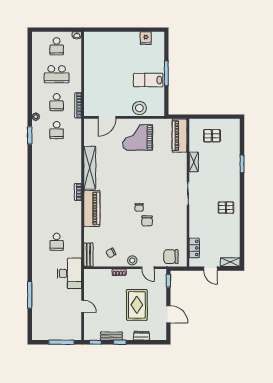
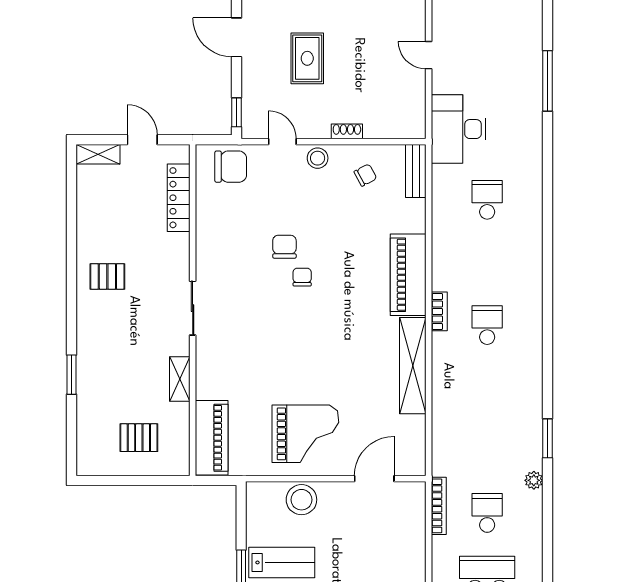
school desk: (57, 130) -> (487, 325), moved
locker: (194, 248) -> (179, 198), width x1.53
rug: (137, 305) -> (307, 58), width x0.73, depth x0.70

